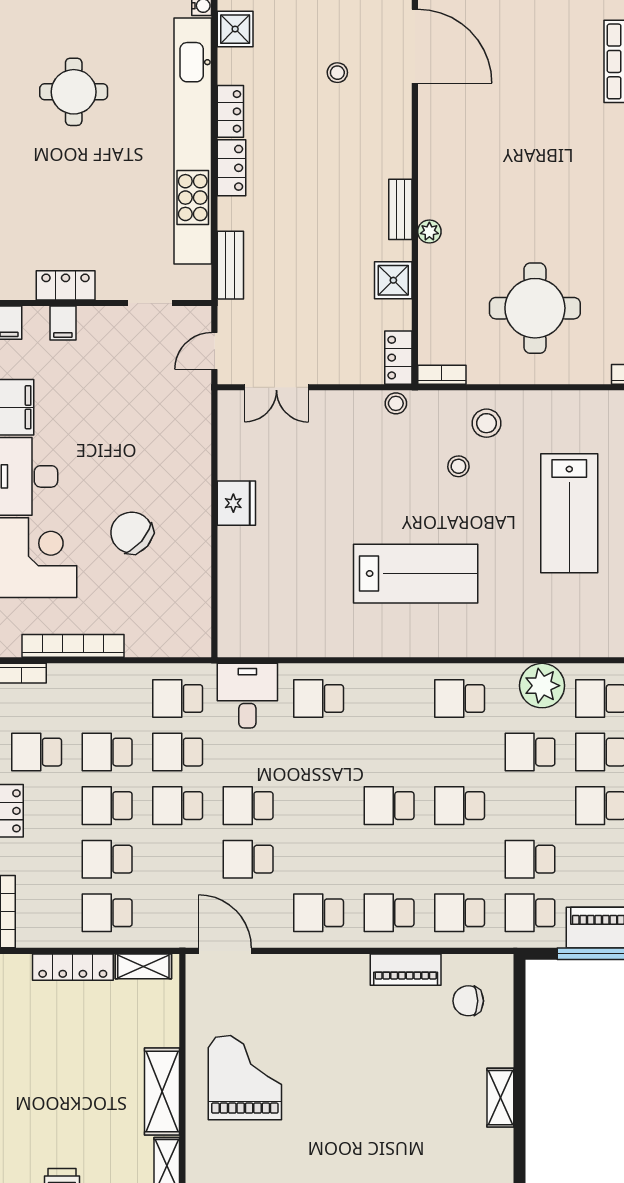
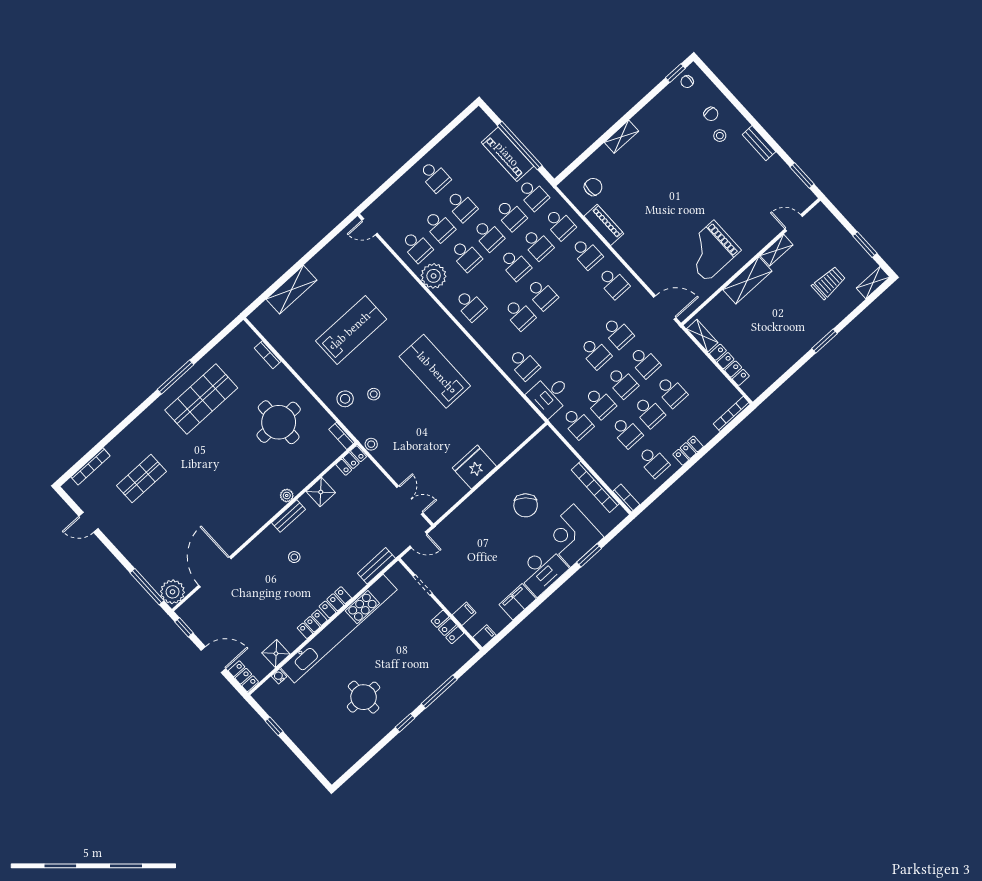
stool: (337, 73) -> (294, 557), moved
fridge: (236, 503) -> (474, 467), width x1.36, depth x1.34
school desk: (389, 752) -> (519, 315), added
school desk: (530, 806) -> (488, 235), added
school desk: (460, 859) -> (537, 244), added
school desk: (107, 913) -> (644, 362), moved
door: (225, 951) -> (665, 308), swing flipped
chair: (468, 1001) -> (593, 187), turned -90

